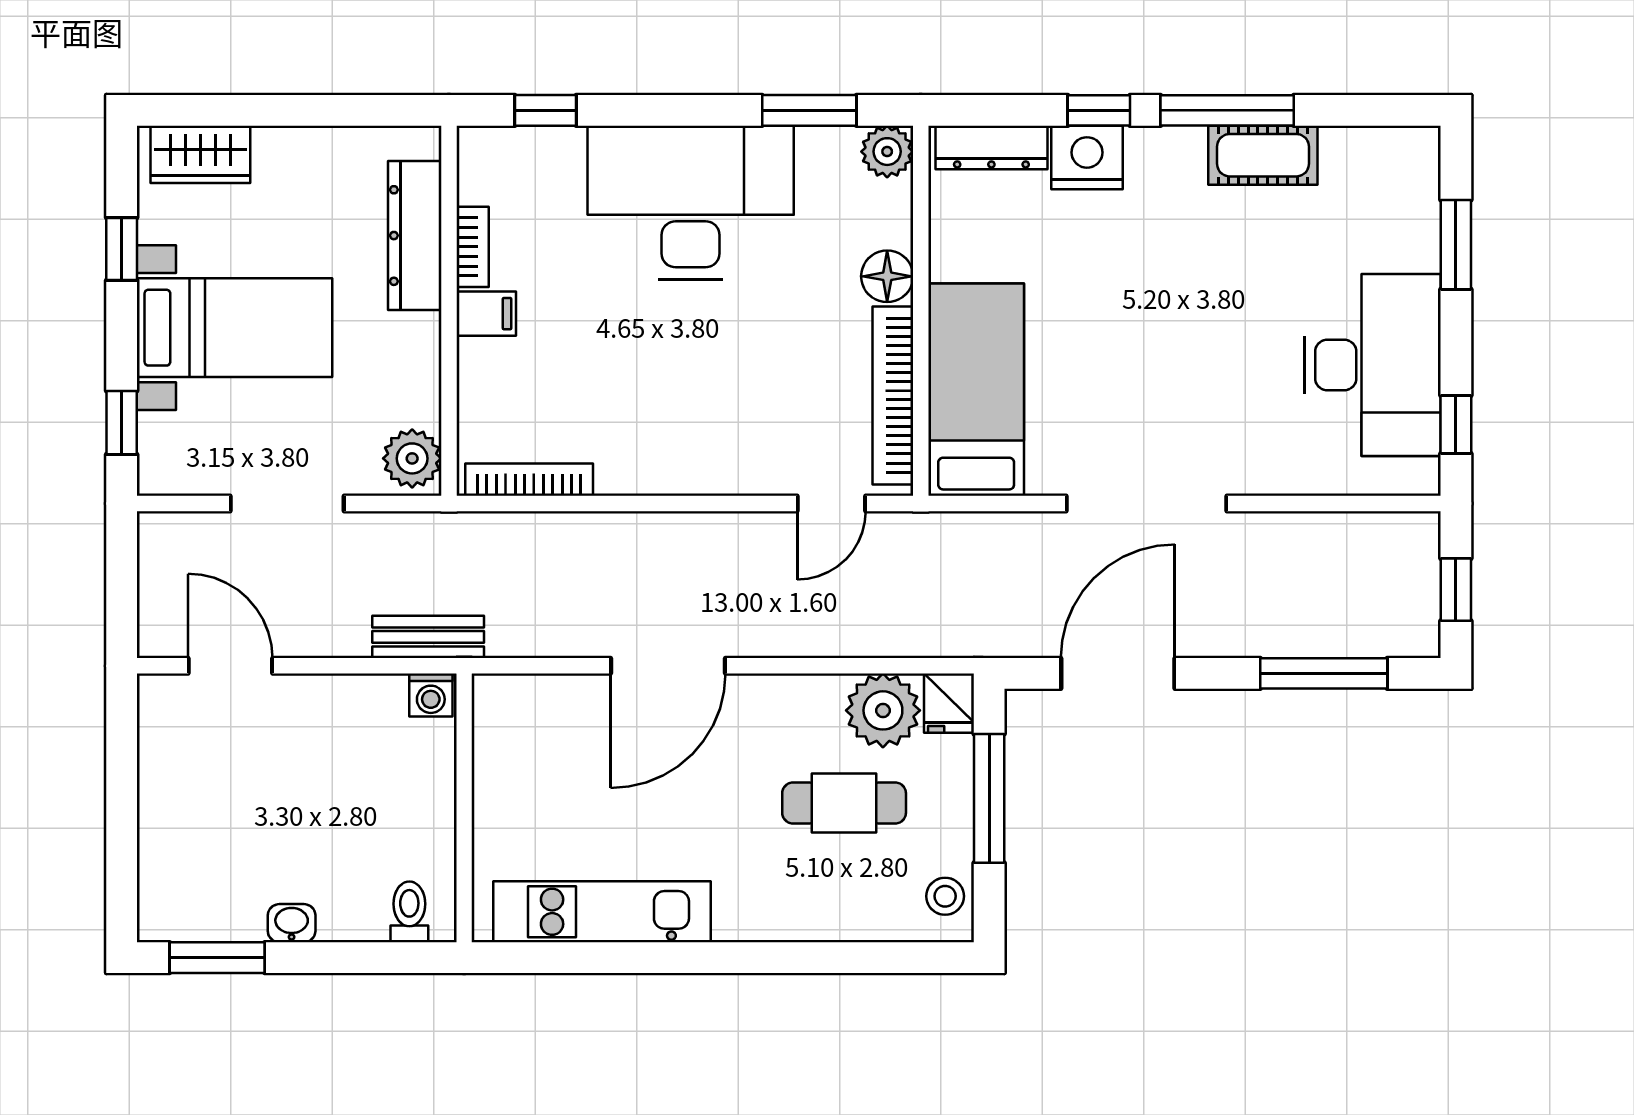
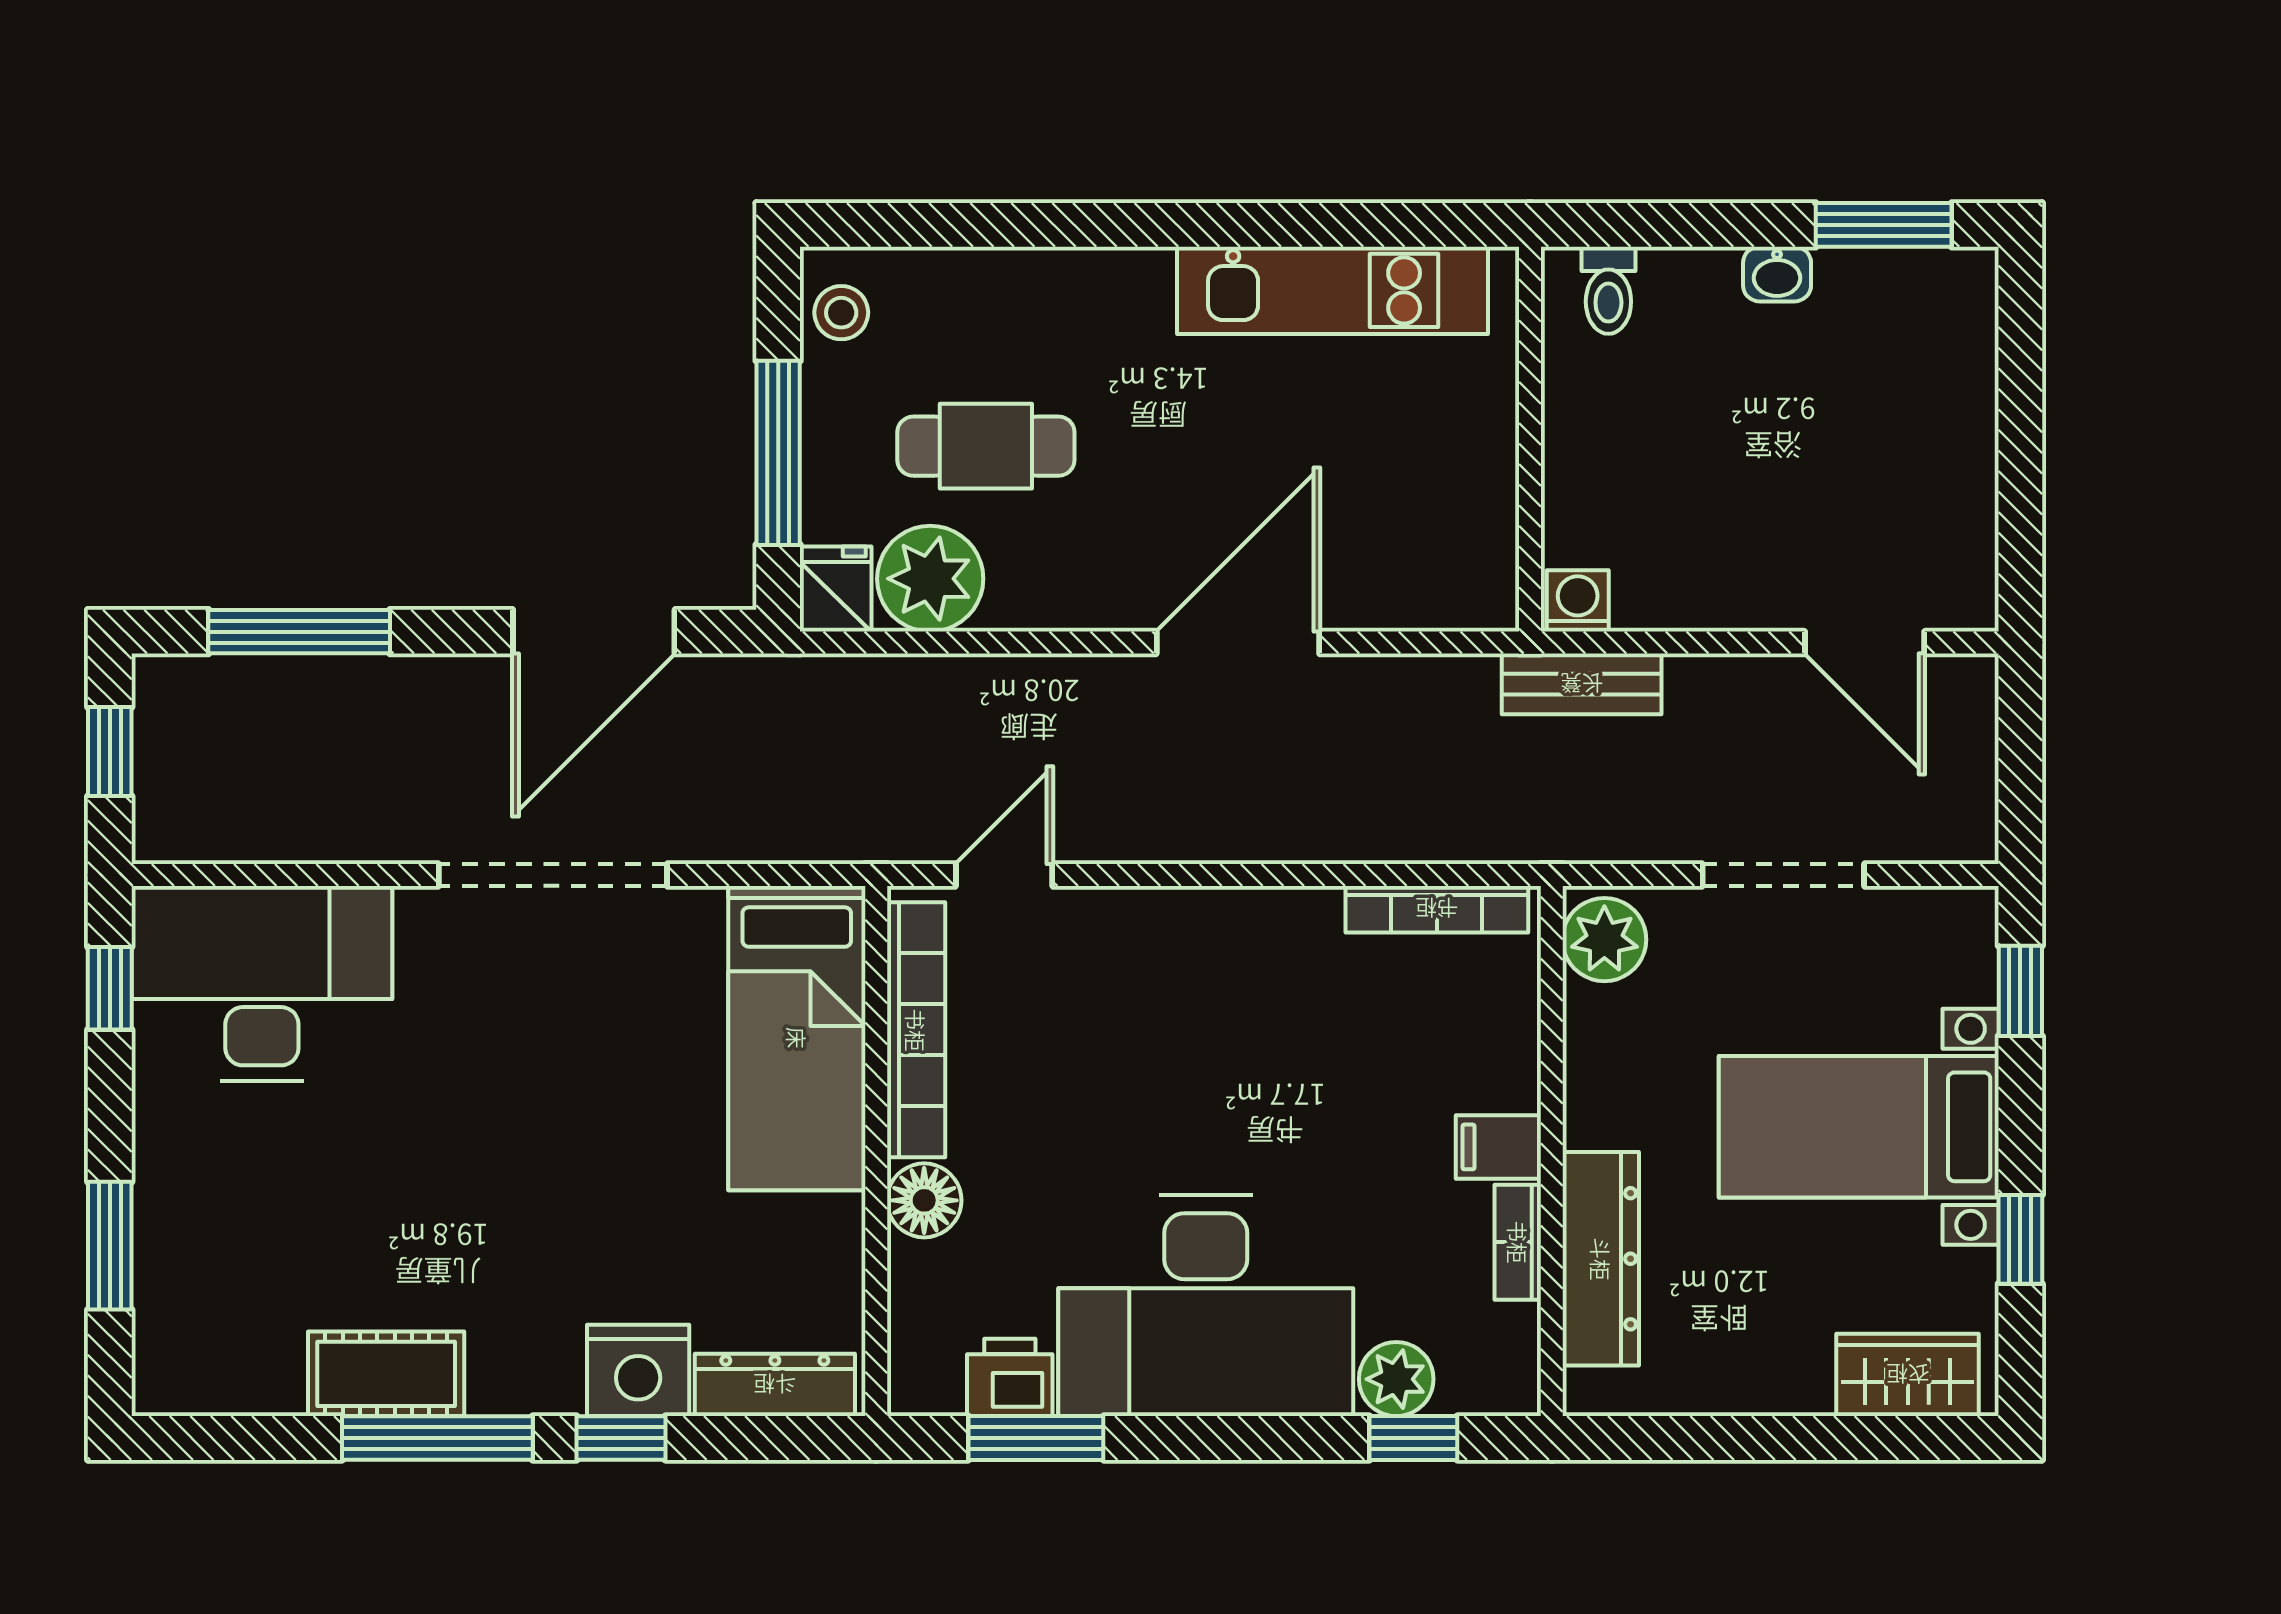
plant: (887, 152) -> (1396, 1379), moved
printer: (827, 153) -> (1010, 1377), added
desk: (1373, 365) -> (262, 983), moved, turned 90

